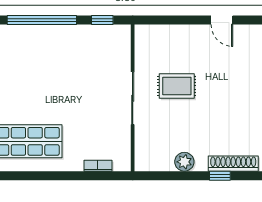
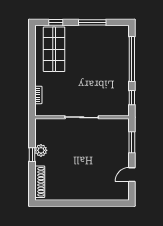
window: (172, 20) -> (132, 142), added
rug: (177, 86) -> (90, 146), removed
window: (220, 176) -> (32, 155), moved

